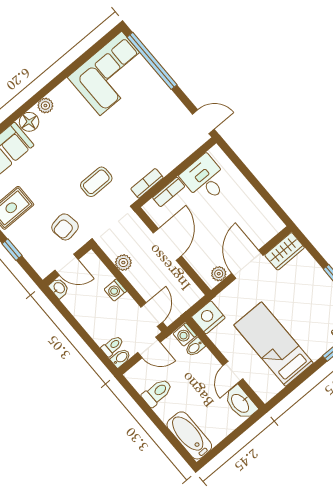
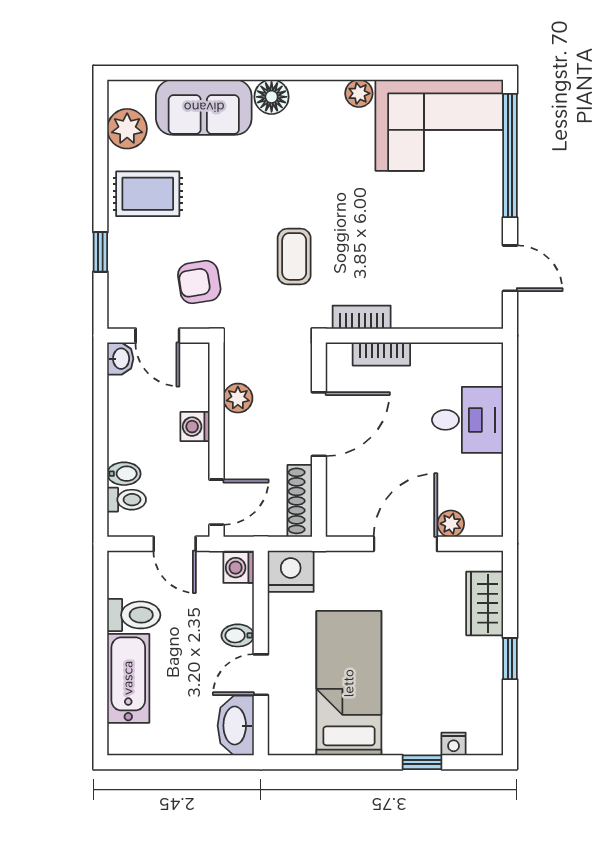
plant: (45, 106) -> (359, 93), moved
door: (203, 122) -> (510, 268), moved
desk: (205, 179) -> (467, 420), moved, turned 90
coffee table: (96, 182) -> (294, 256), turned 90
wardrobe: (285, 251) -> (485, 603), moved, turned 90
plant: (219, 274) -> (451, 524), moved
shoe rack: (187, 284) -> (300, 501), added
bidet: (195, 347) -> (238, 635), moved
bidet: (121, 358) -> (124, 474), moved
bathtub: (189, 435) -> (128, 678), moved

